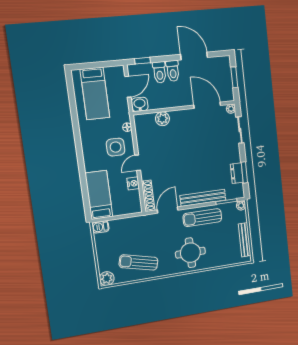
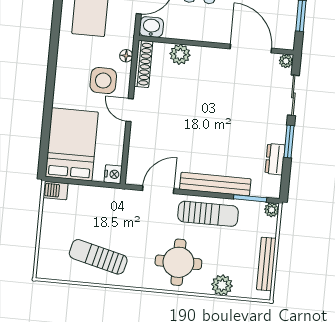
door: (138, 163) -> (130, 110), hinge flipped
window: (244, 172) -> (289, 141), moved
nightstand: (133, 183) -> (113, 174), moved
bed: (99, 195) -> (72, 144), width x1.50
shoe rack: (148, 196) -> (143, 64), moved
sun lounger: (202, 218) -> (208, 214), turned 180
plant: (107, 279) -> (222, 285), moved

